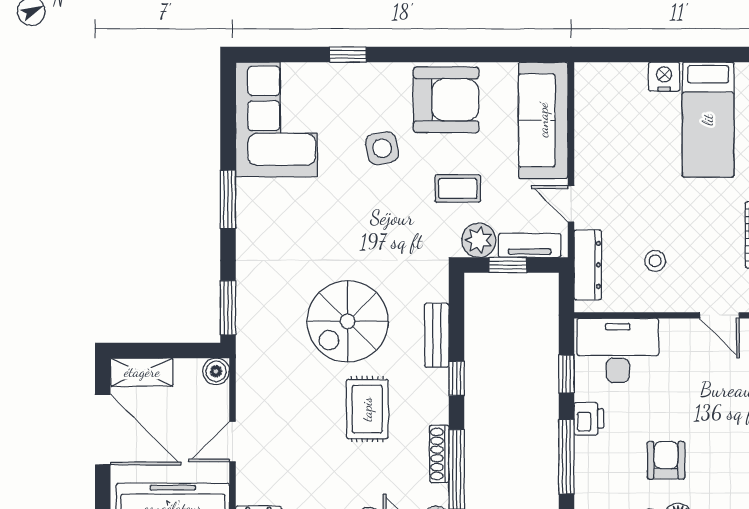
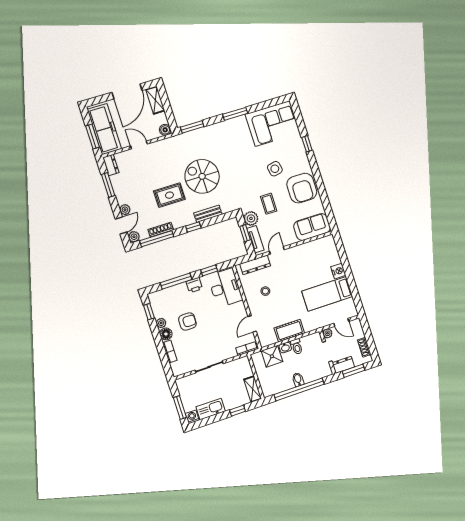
sofa: (543, 120) -> (312, 227), width x0.73

